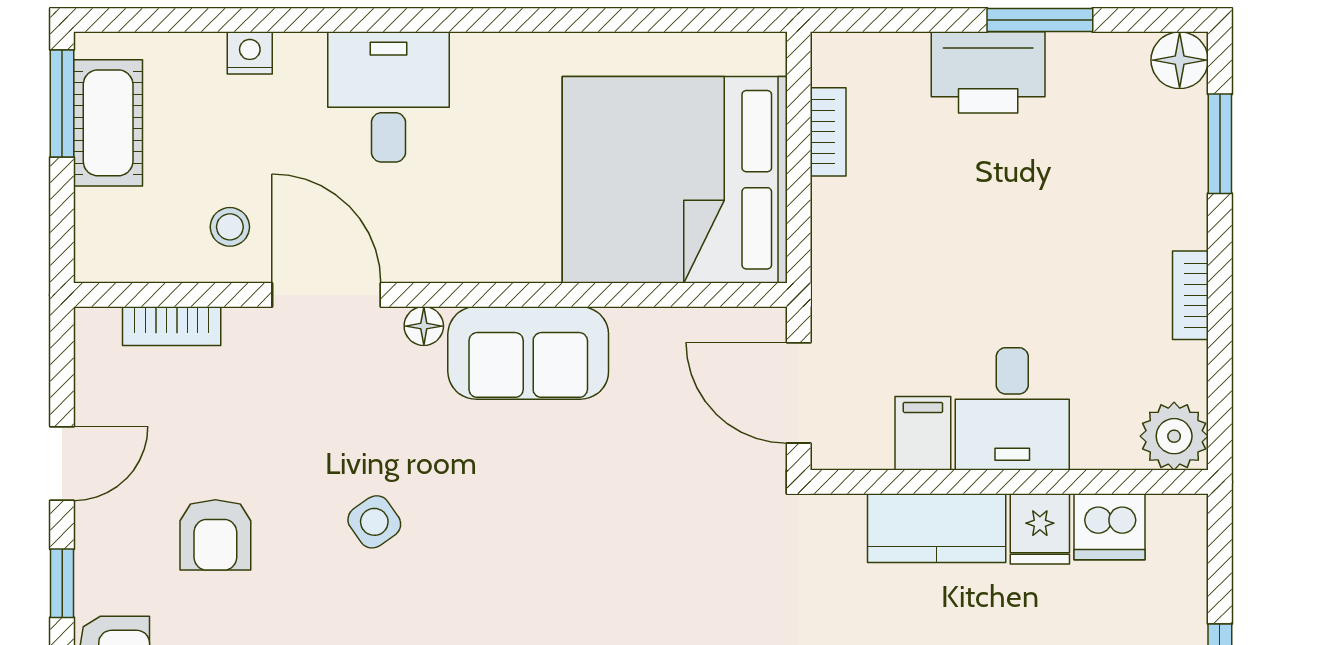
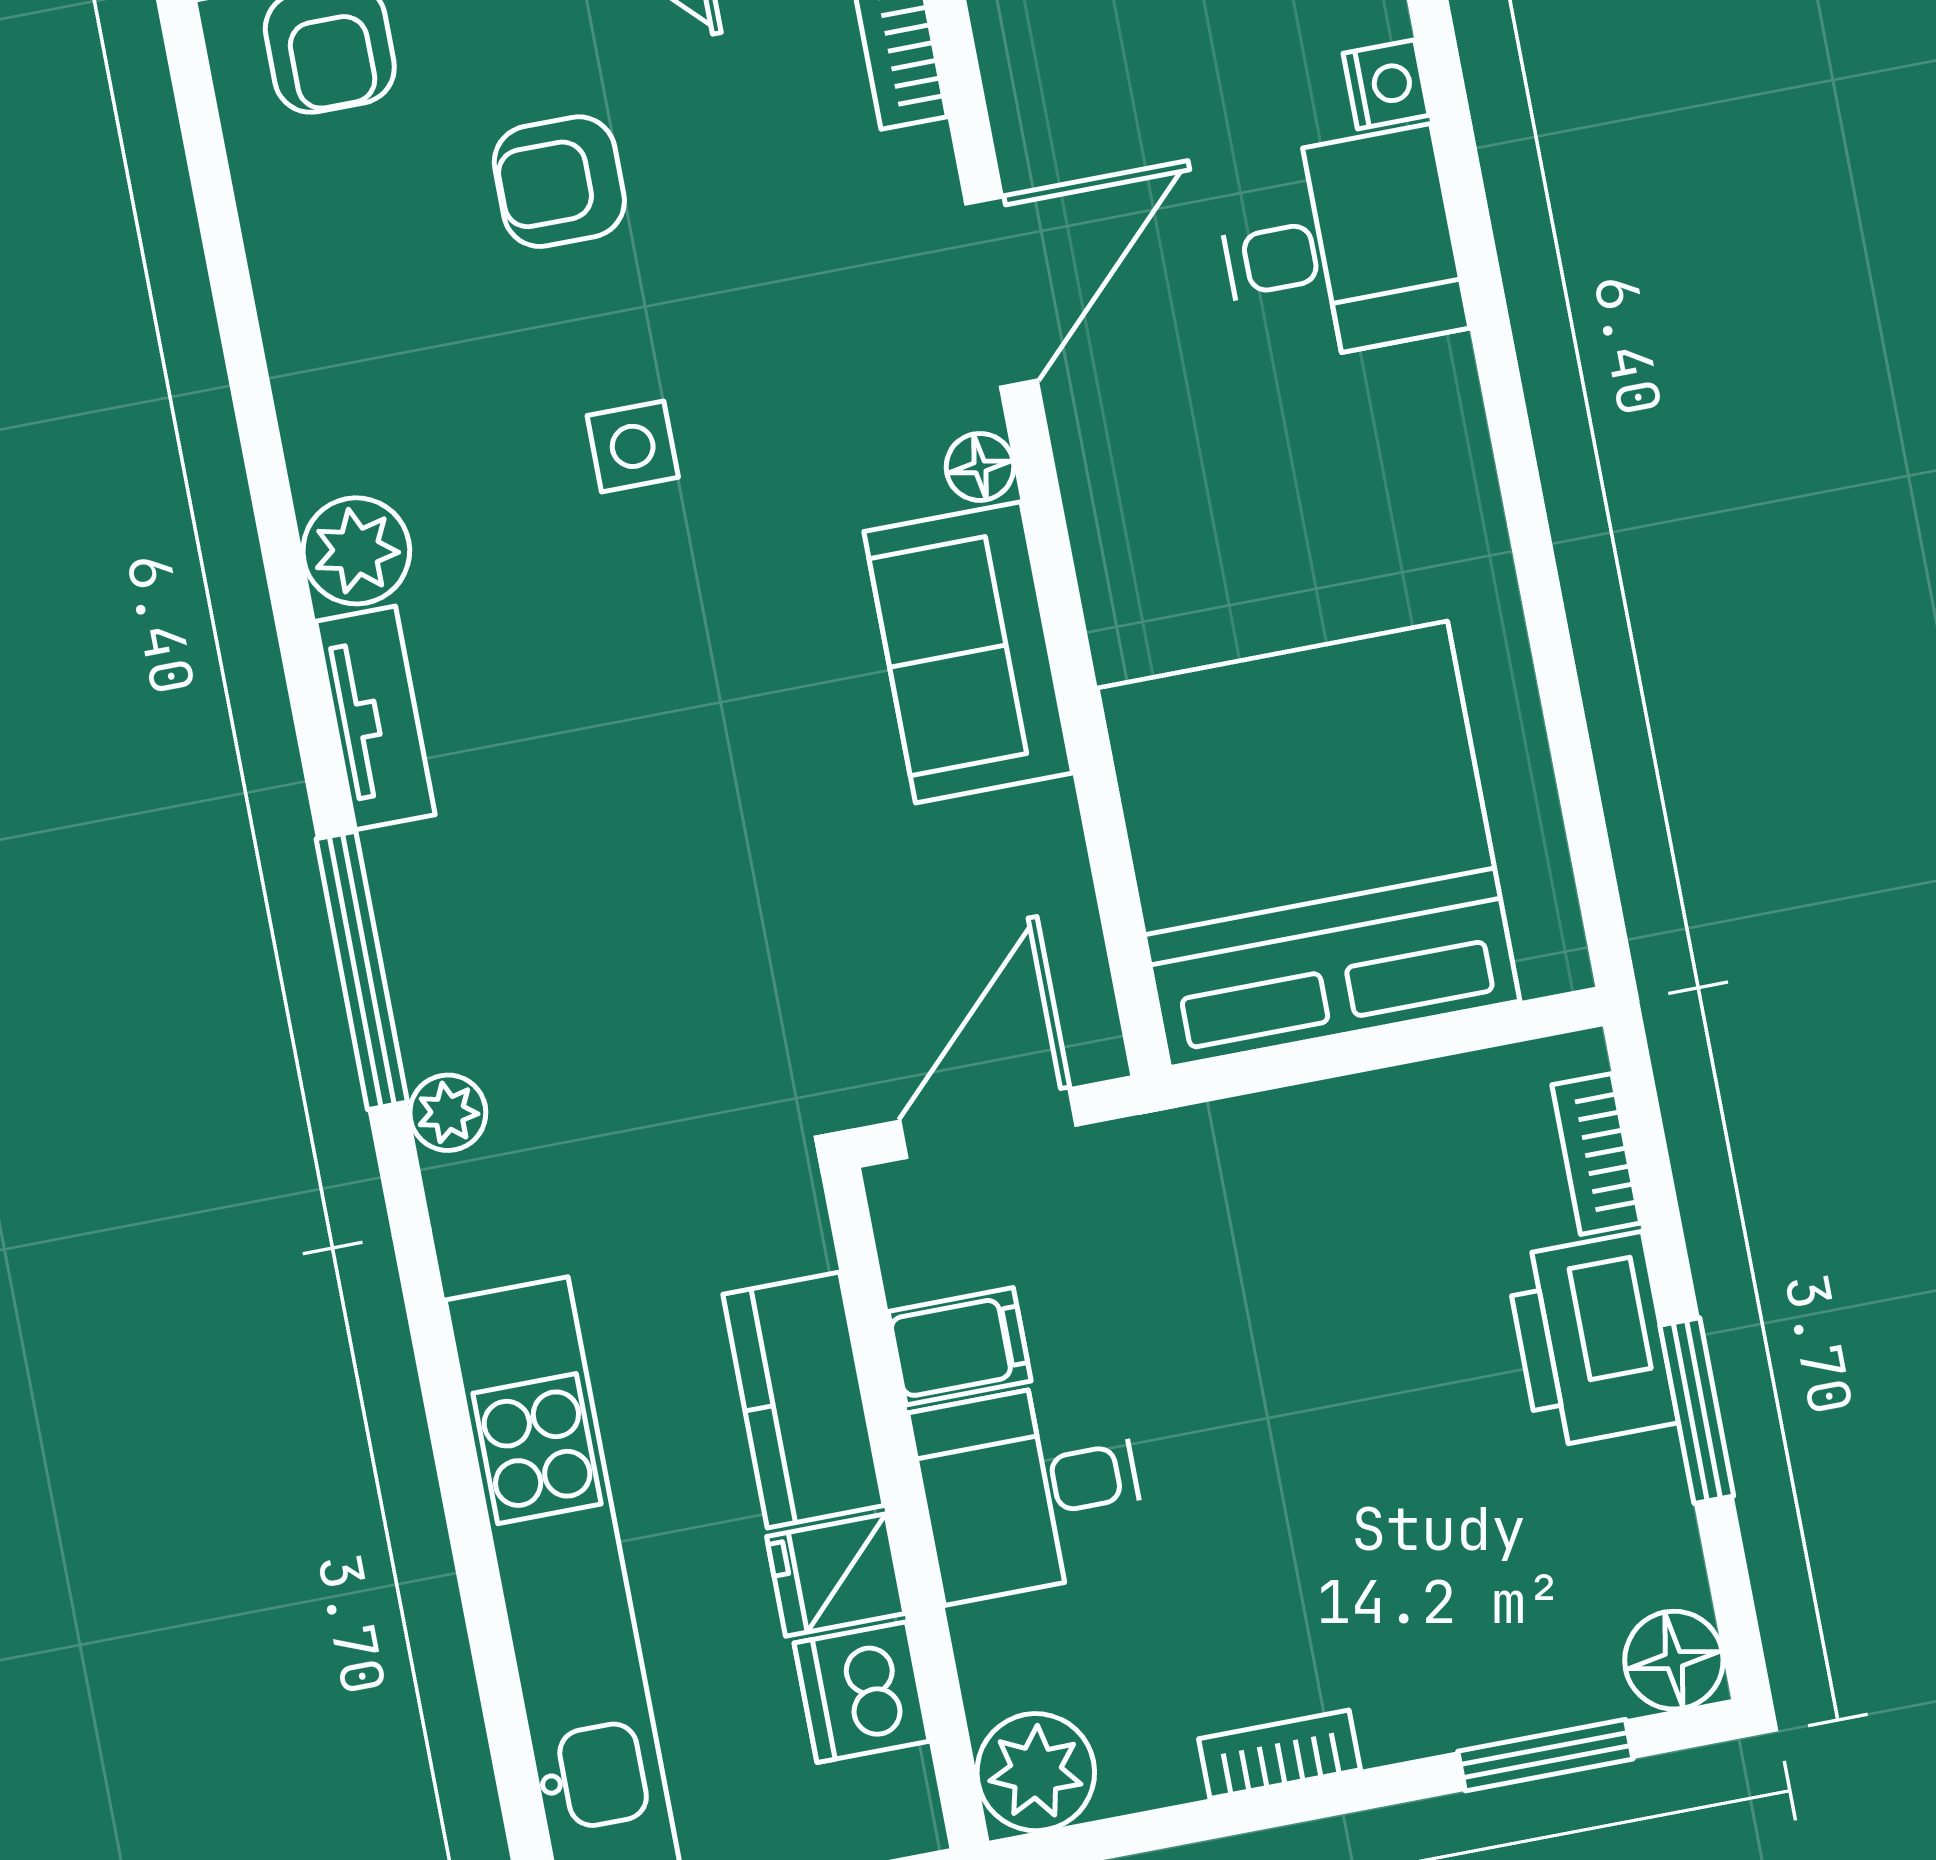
desk: (388, 97) -> (1340, 247), moved
bookcase: (828, 132) -> (1596, 1154), moved, turned 90
stool: (230, 227) -> (1085, 107), removed
side table: (374, 522) -> (633, 446), turned 35

